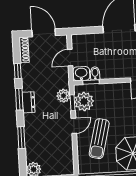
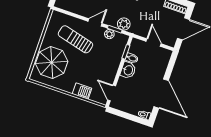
washbasin: (81, 74) -> (128, 70), moved
plant: (84, 101) -> (109, 34), width x0.53, depth x0.53
door: (74, 126) -> (95, 22), swing flipped

